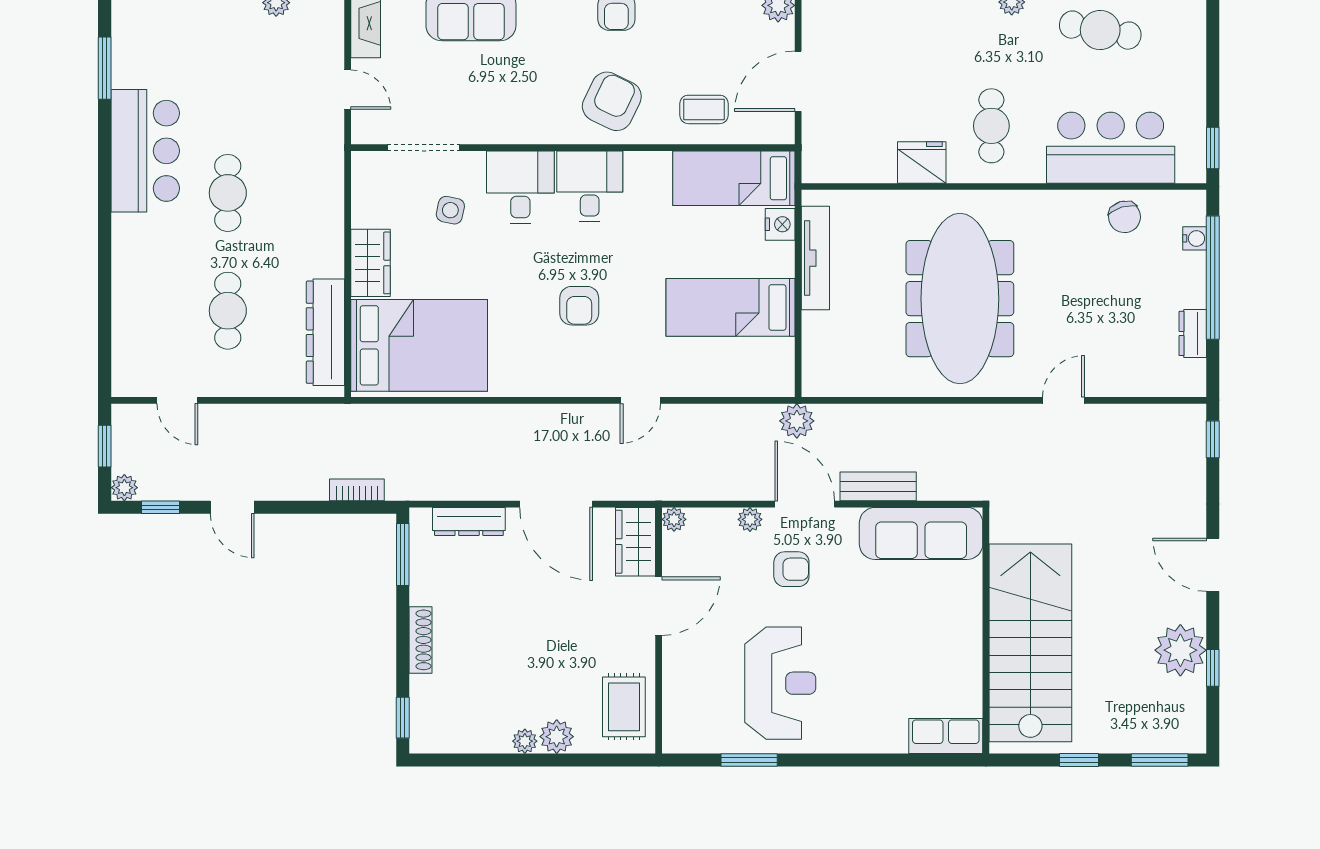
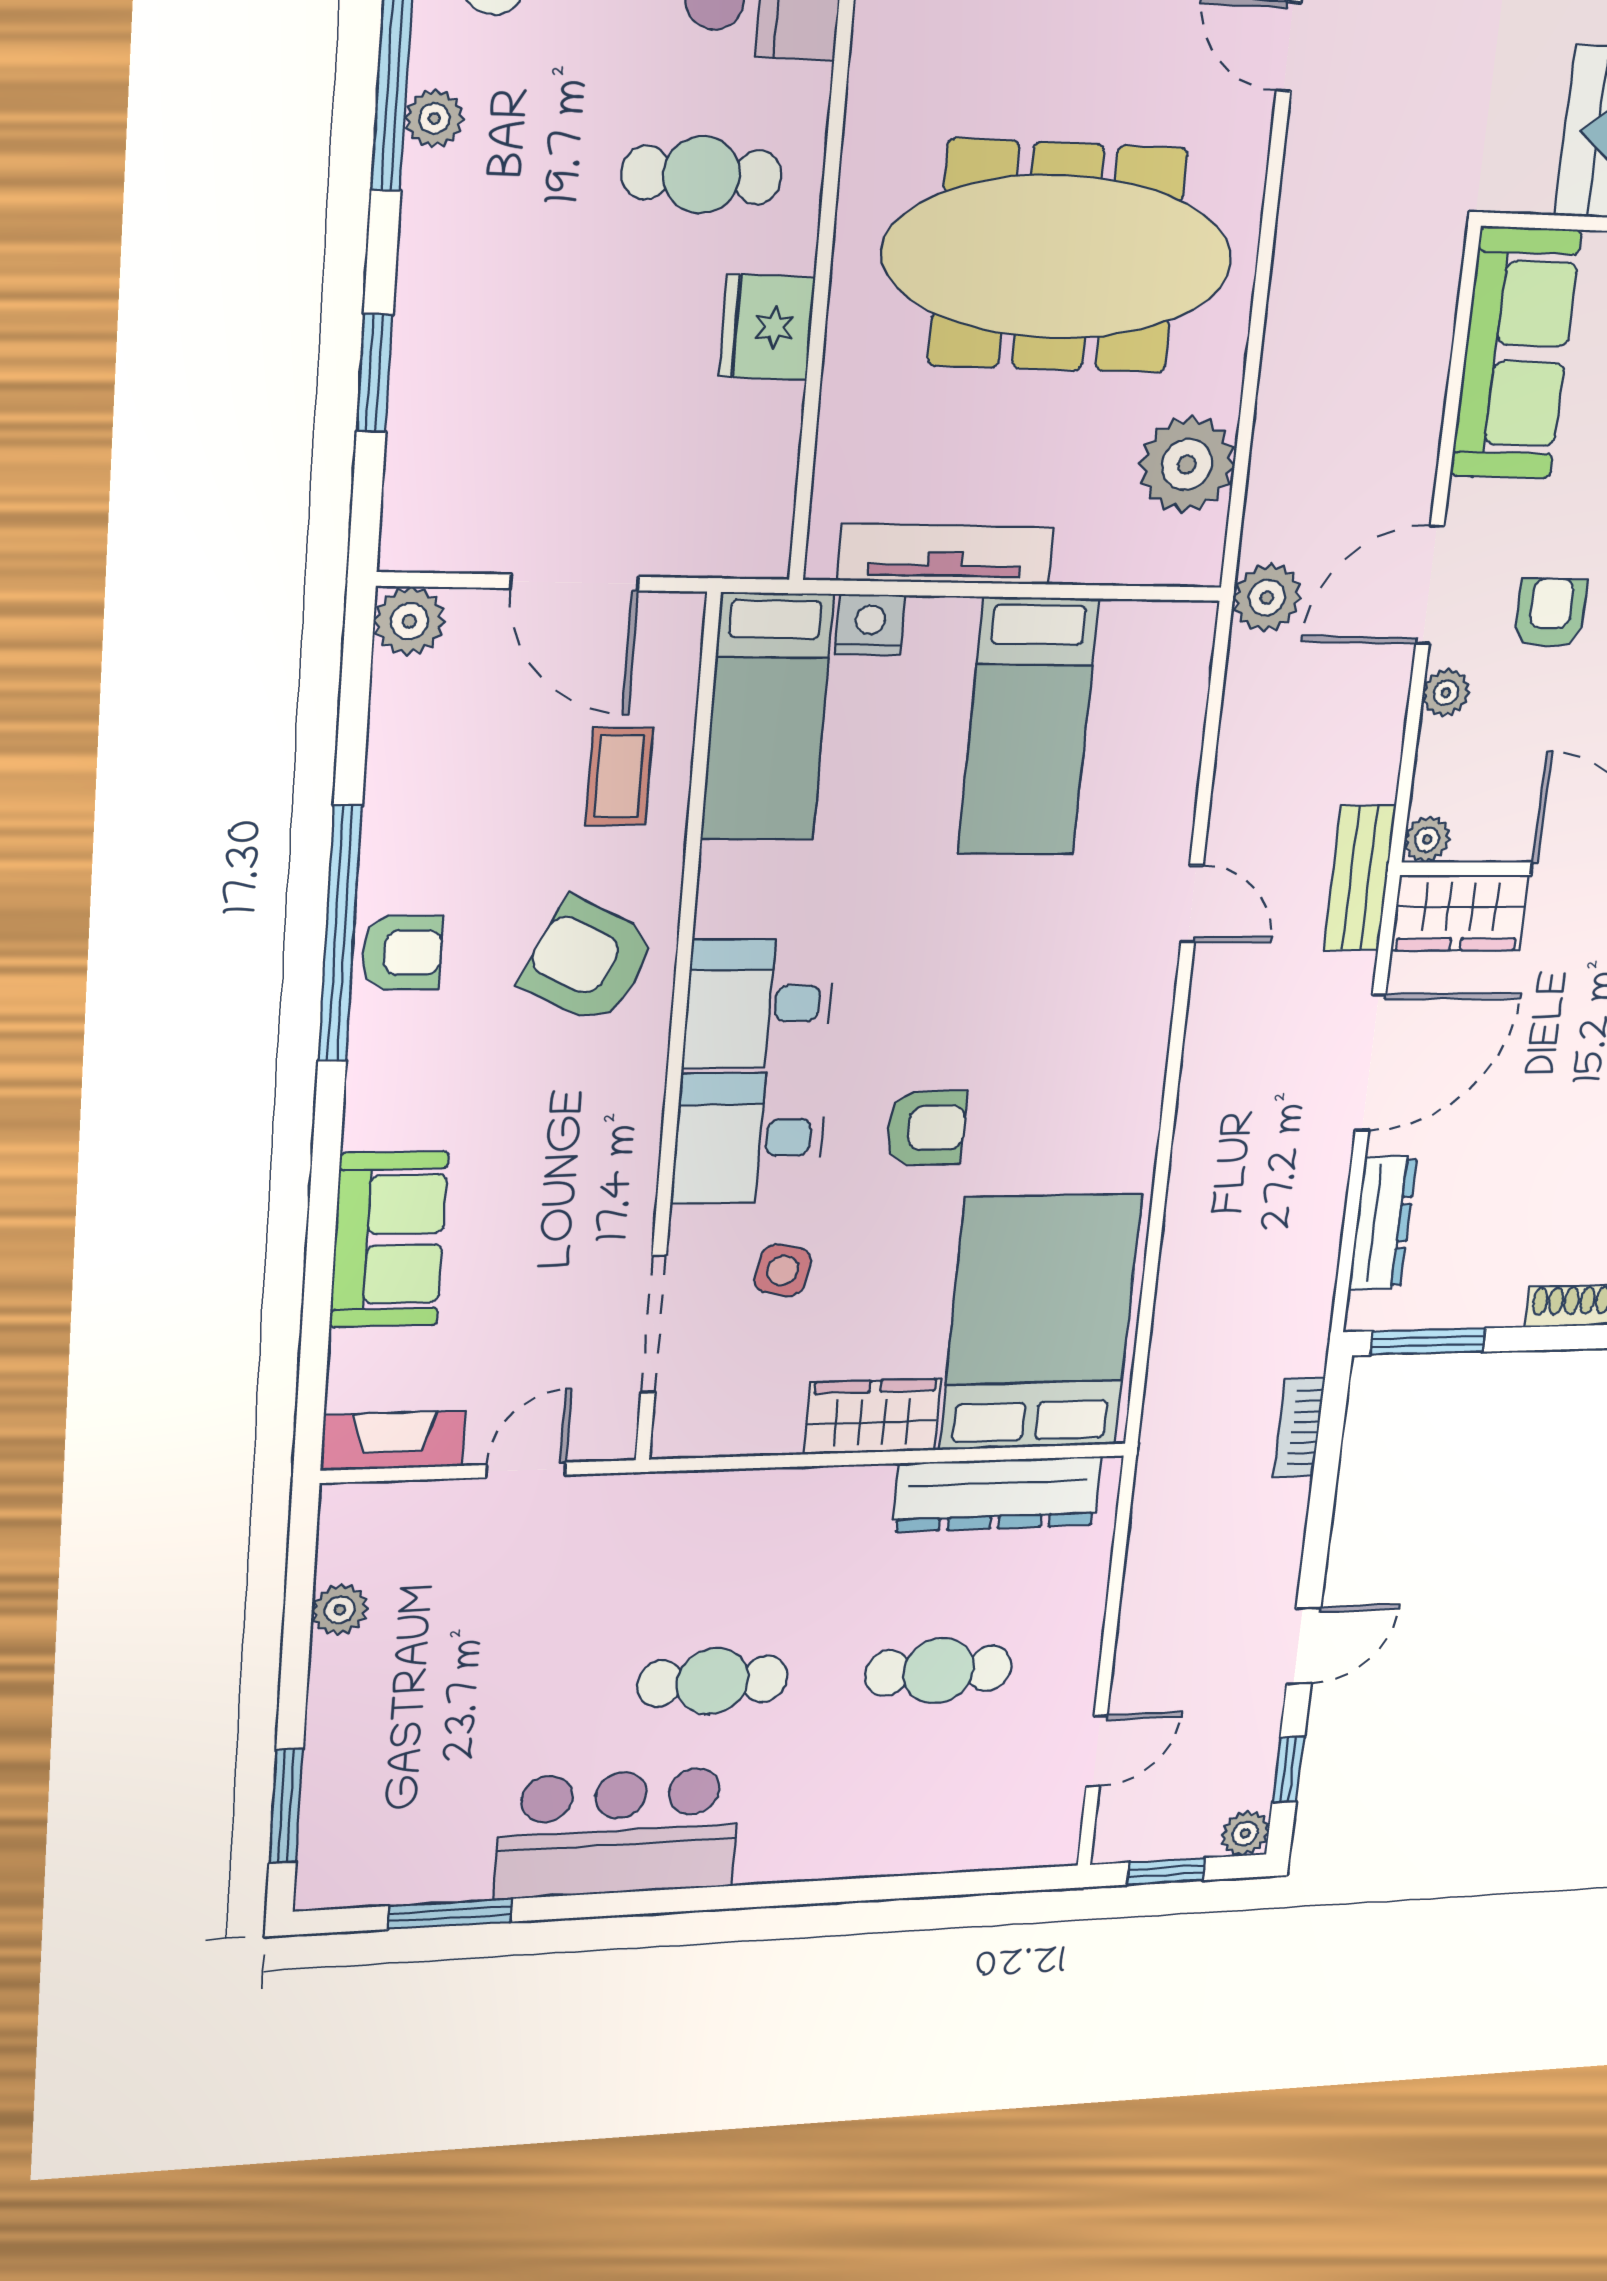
armchair: (579, 306) -> (926, 1128), moved
plant: (862, 373) -> (1187, 464), added
bench: (878, 486) -> (1360, 878), moved

